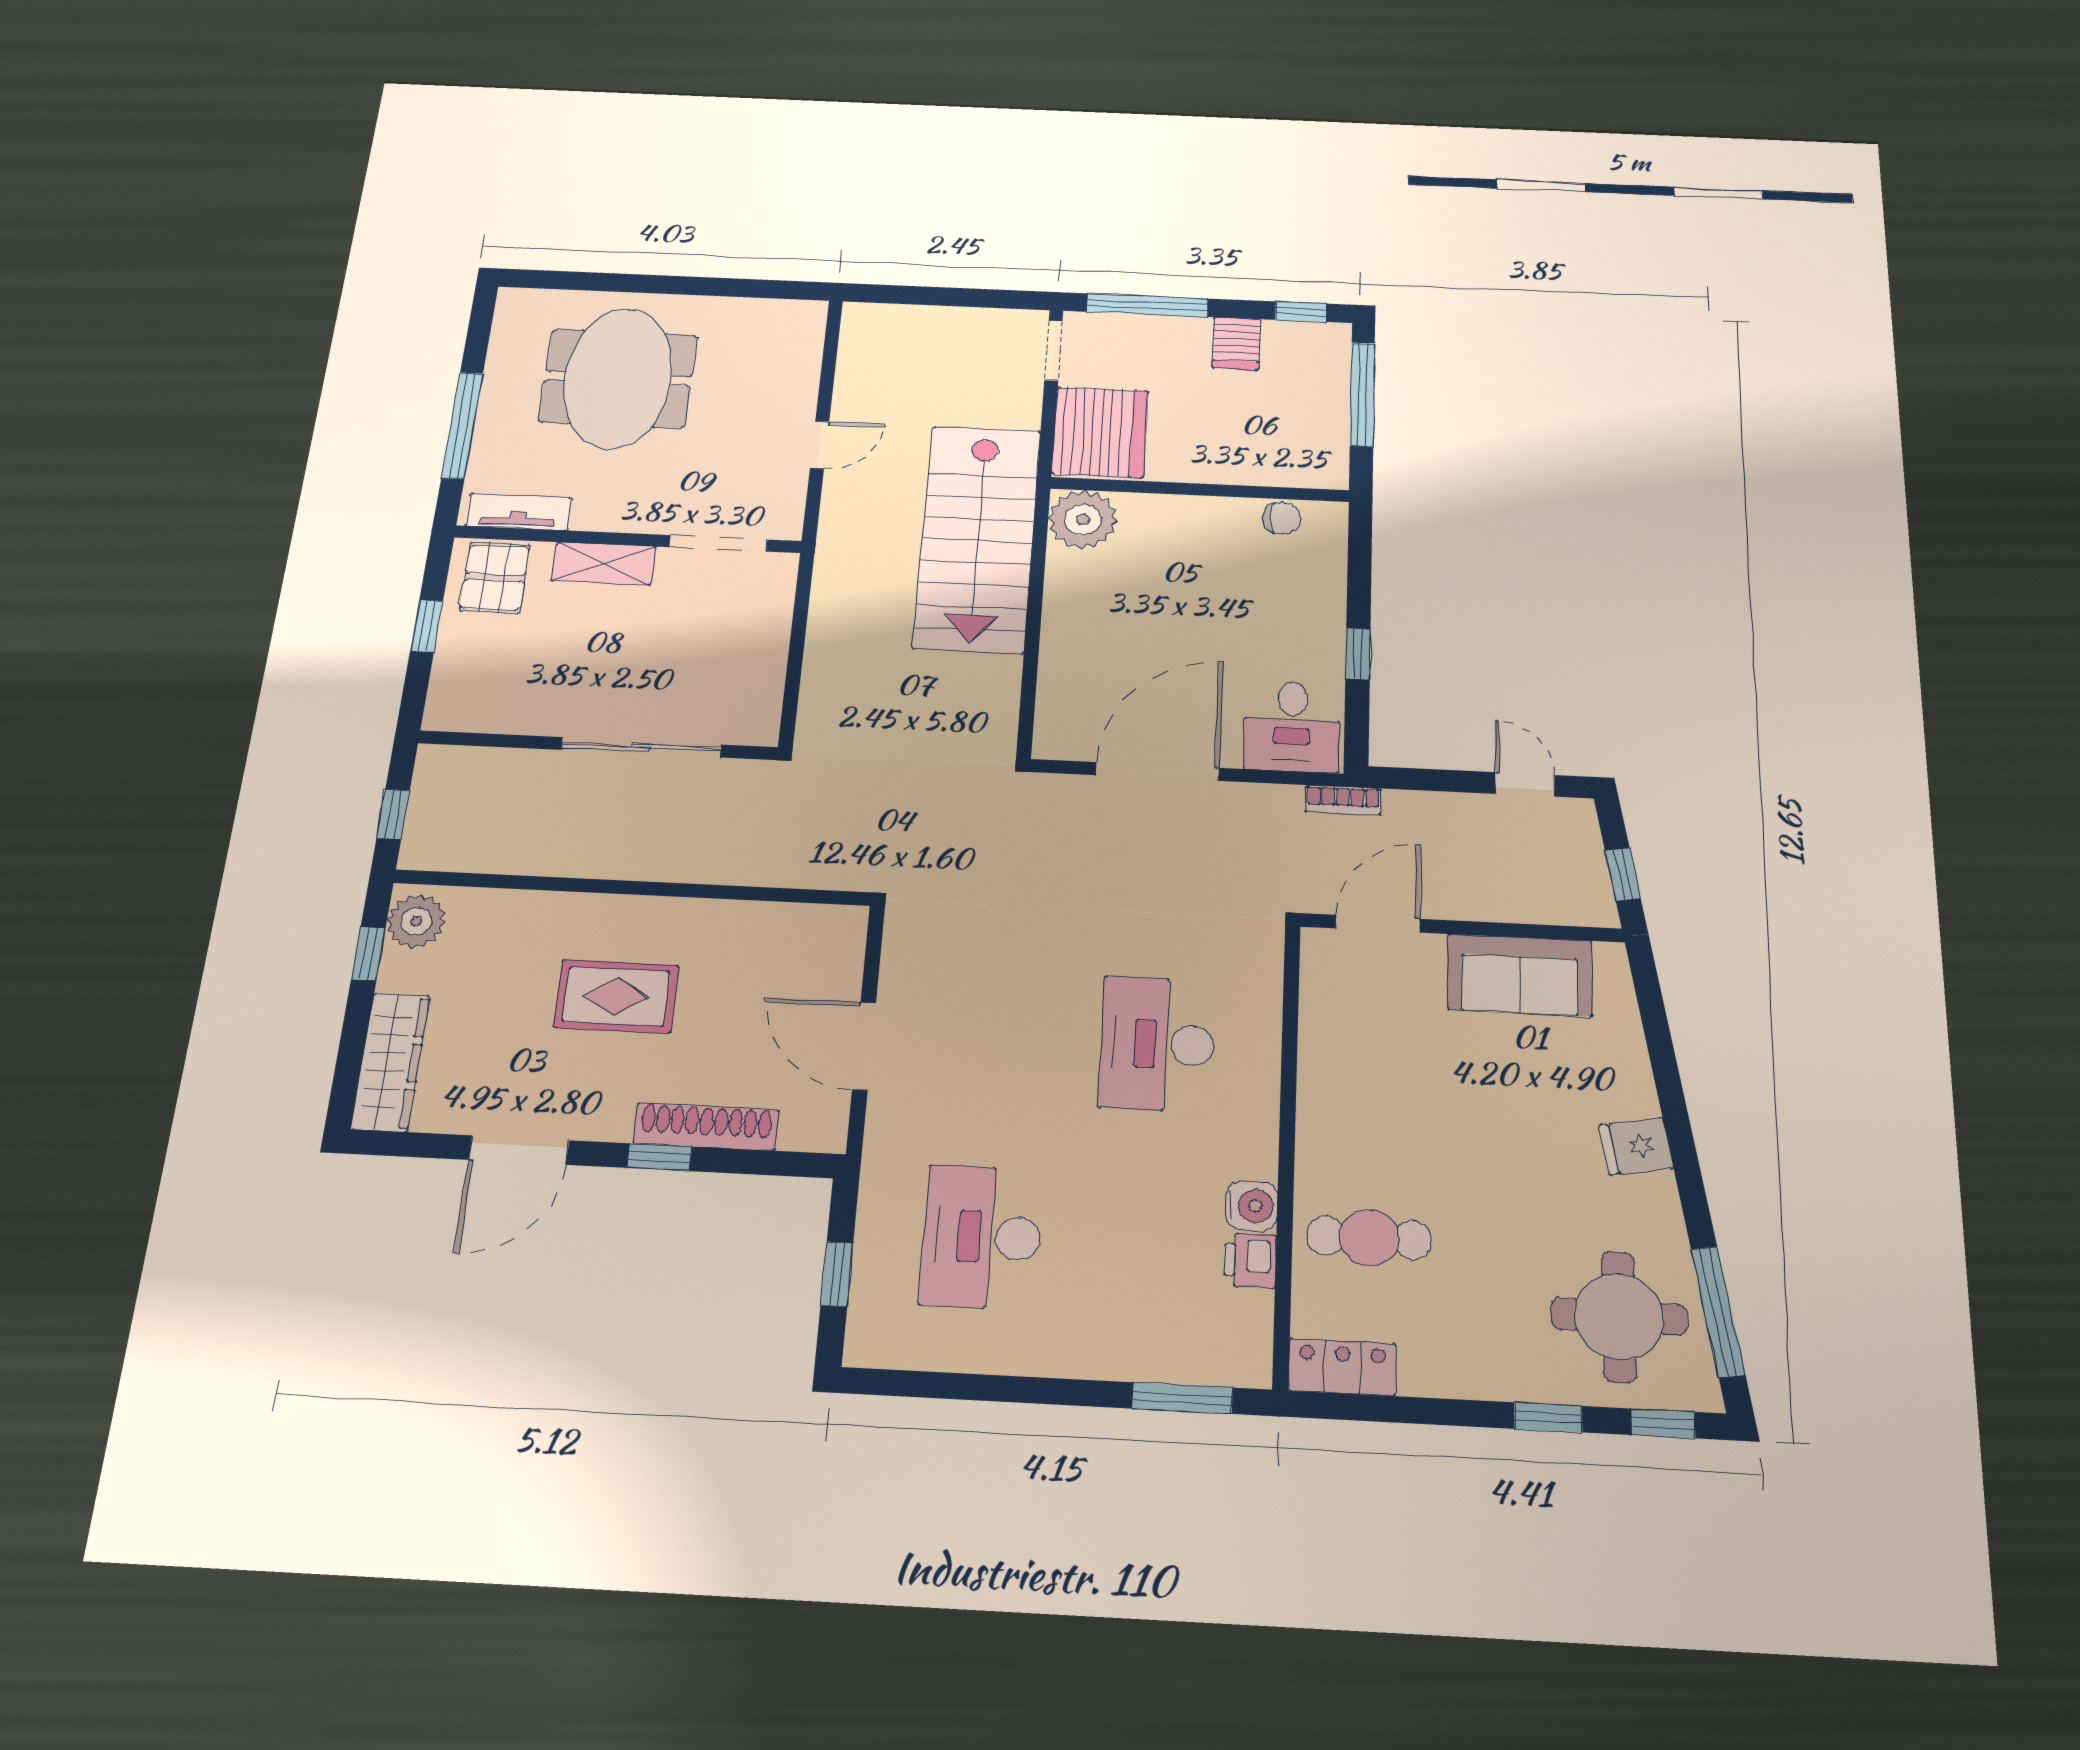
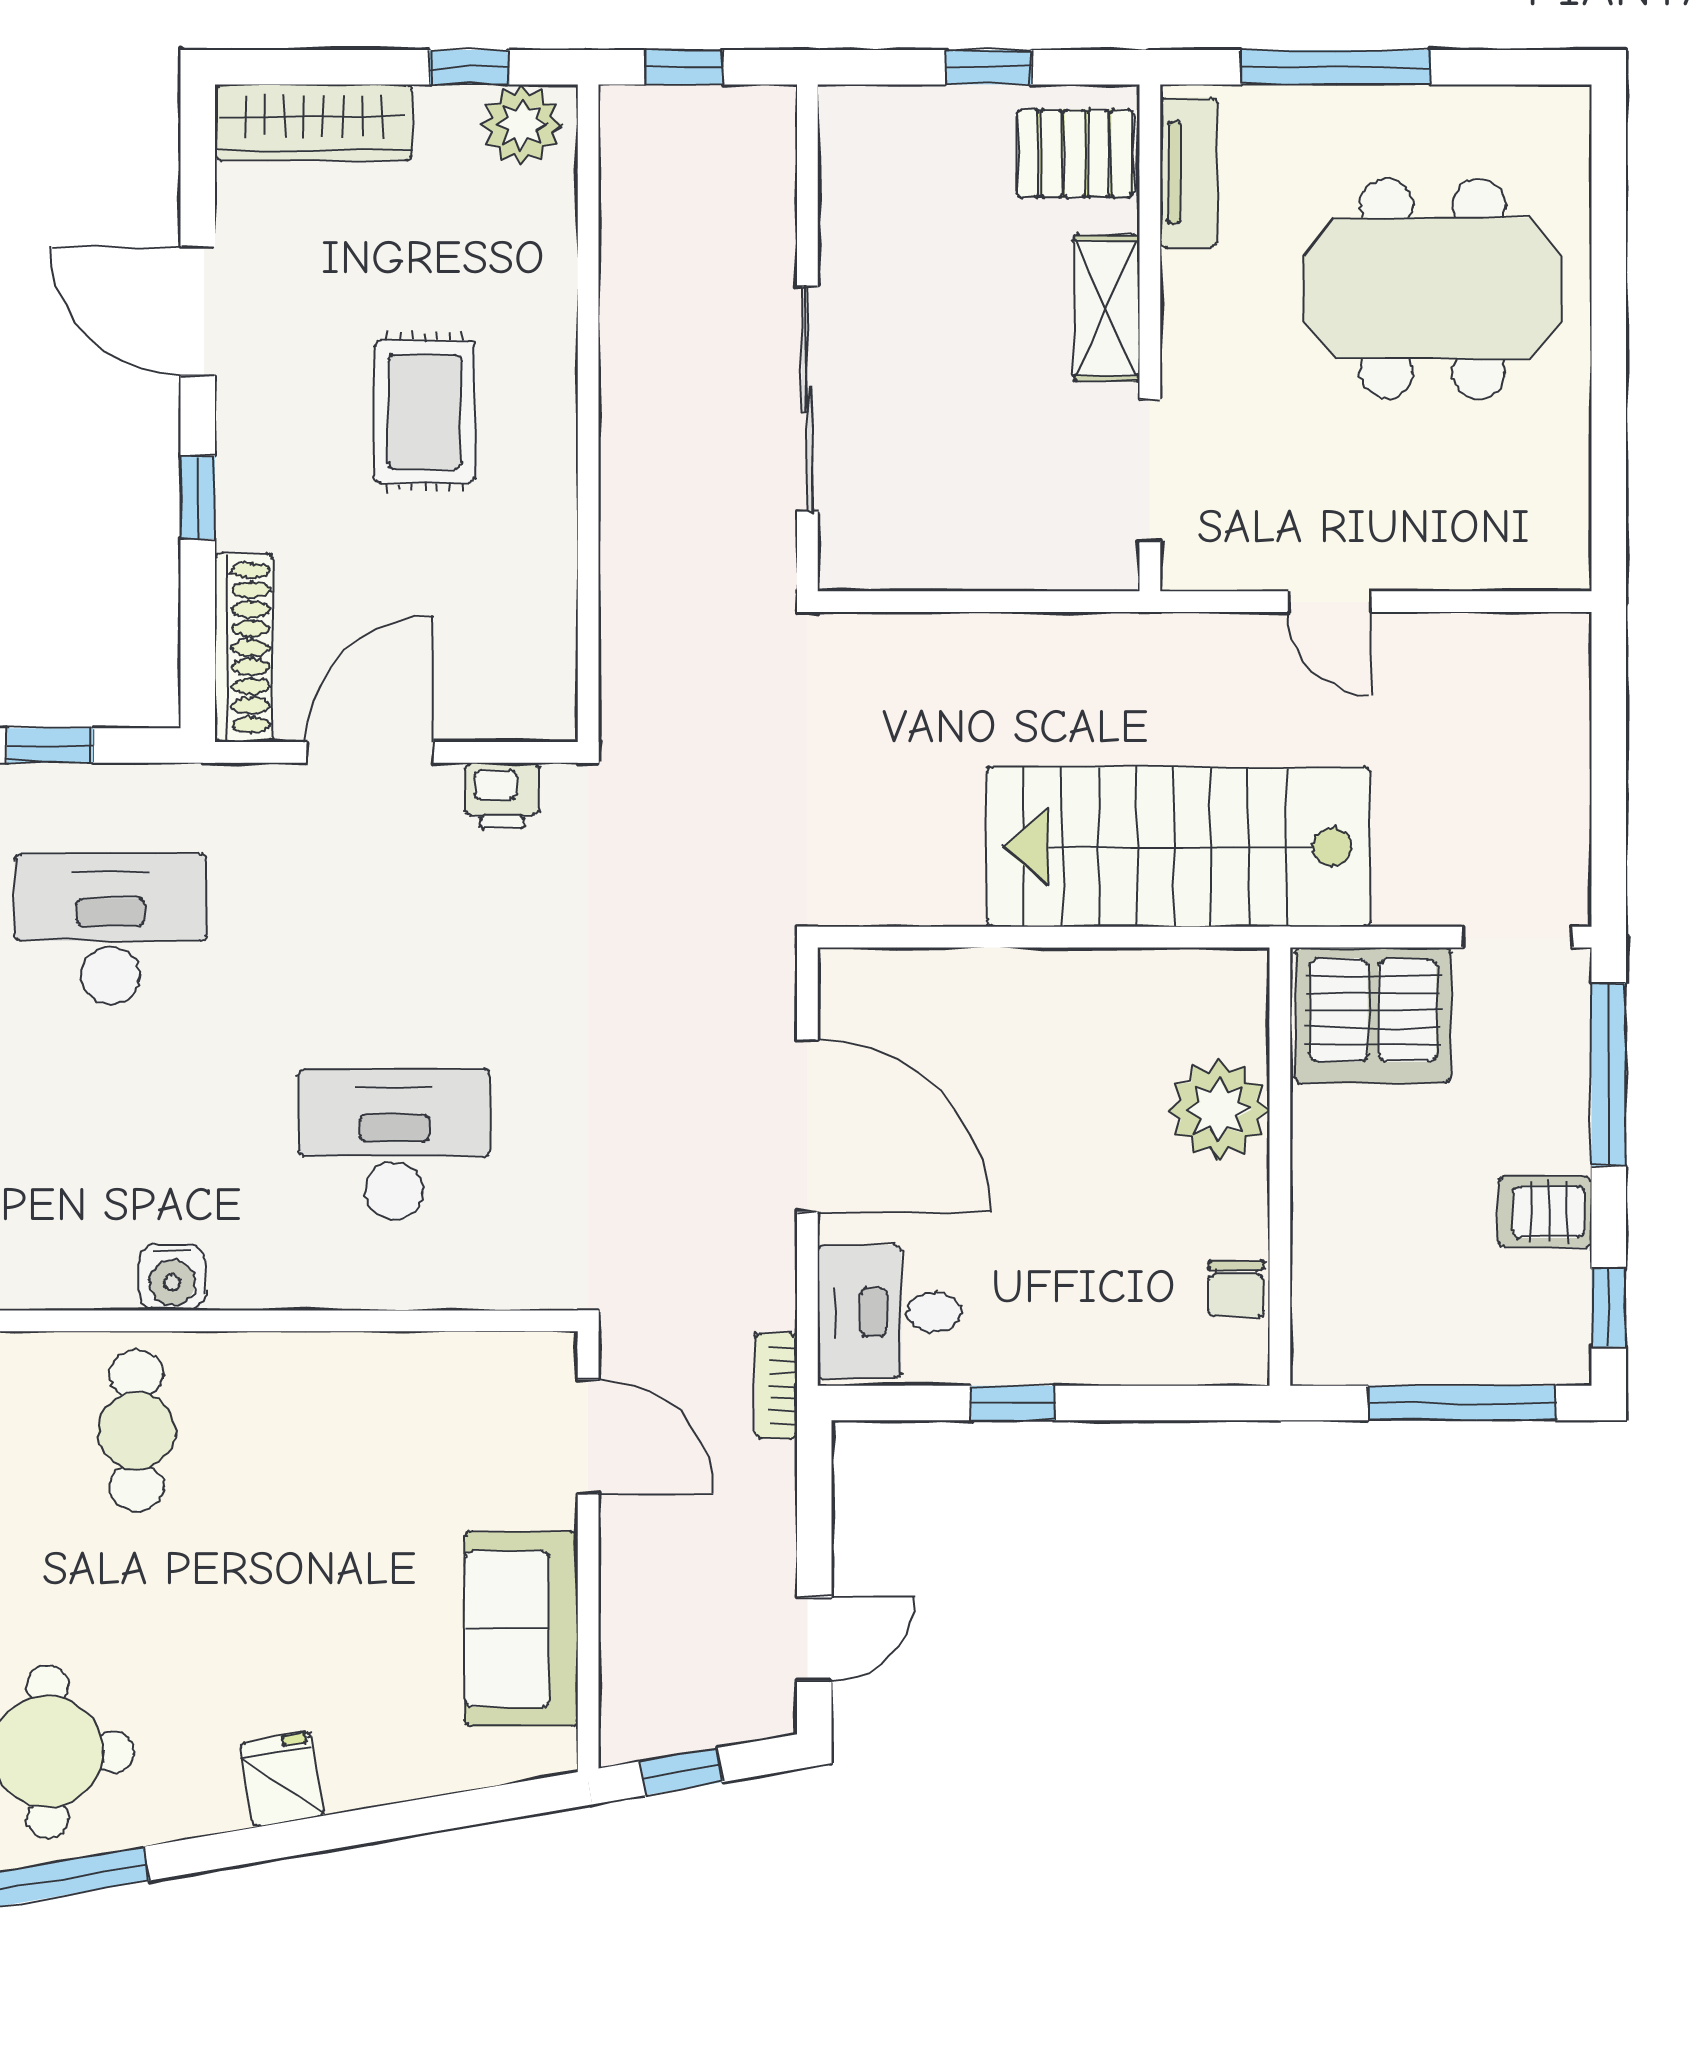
plant: (1083, 520) -> (1219, 1110), moved
shoe rack: (706, 1127) -> (244, 648), moved
printer: (1250, 1261) -> (502, 796), moved, turned 180

